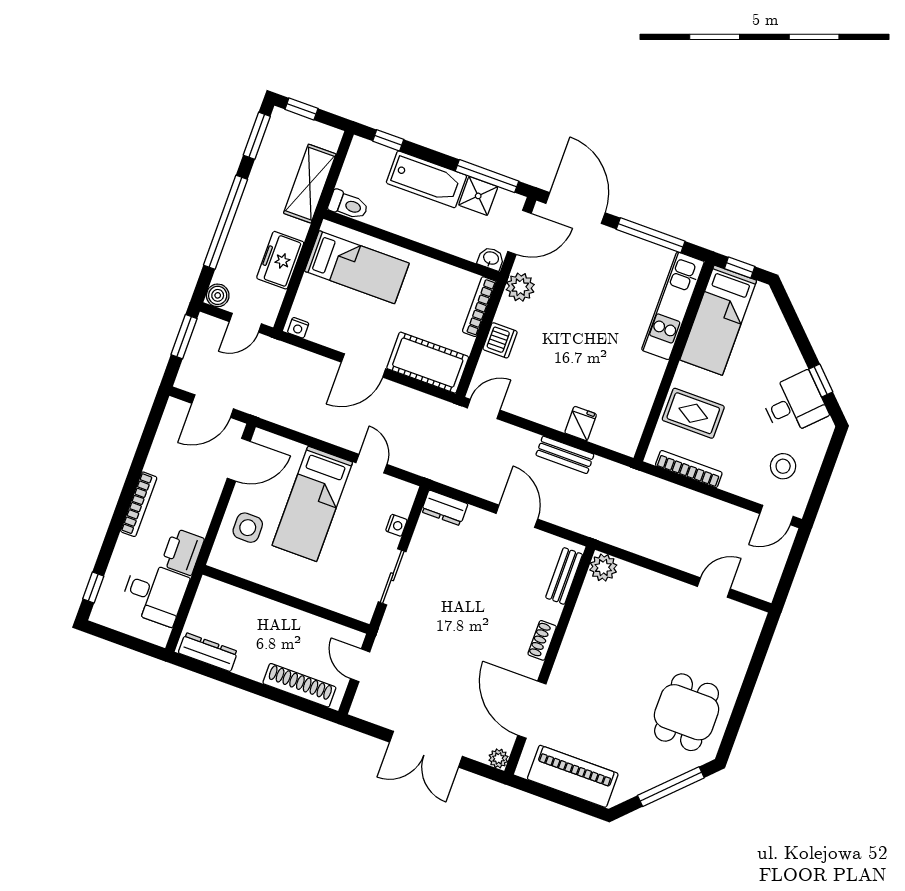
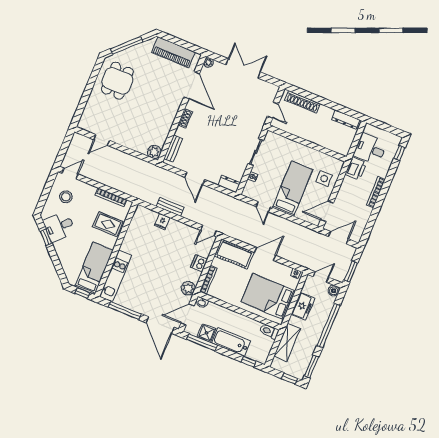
bed: (357, 267) -> (268, 296), width x1.50

